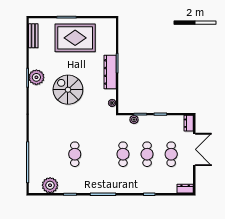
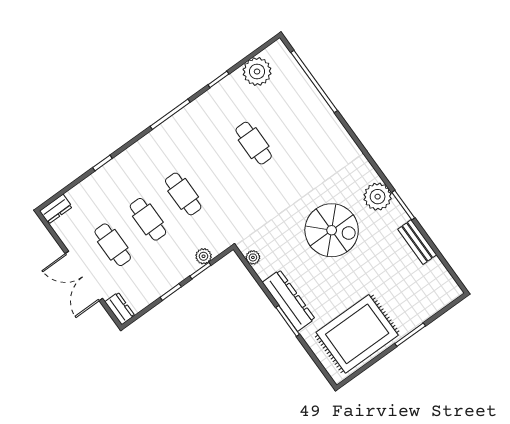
bench: (33, 36) -> (417, 242), moved
rug: (75, 38) -> (357, 334), moved
plant: (36, 77) -> (378, 197), moved

